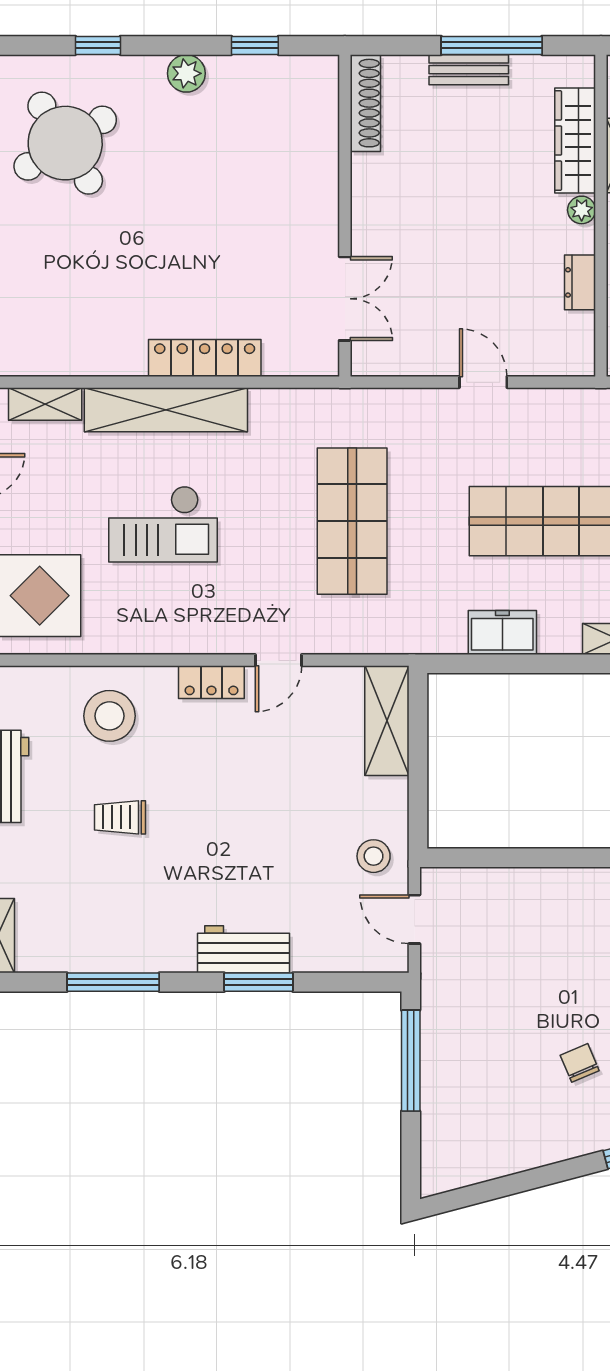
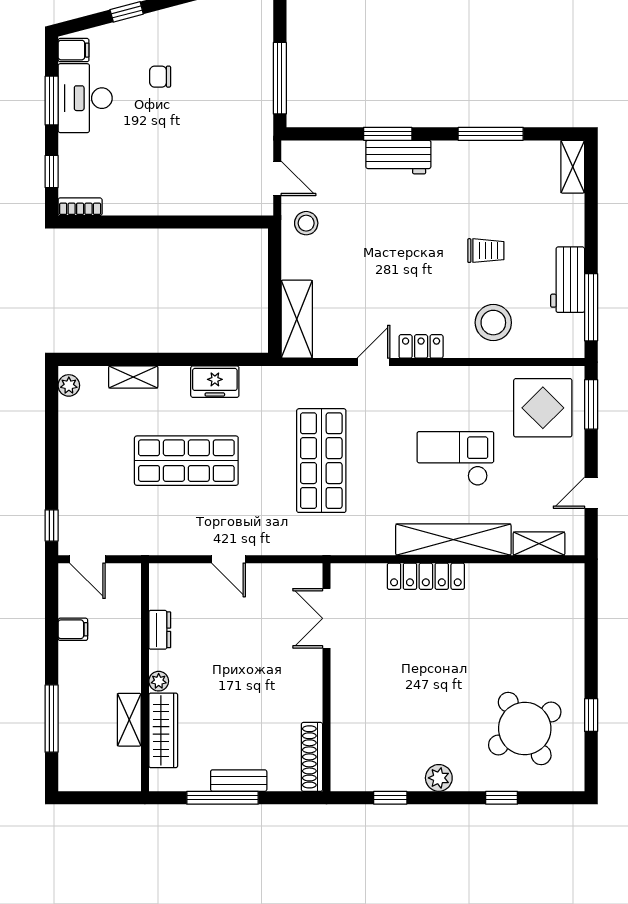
chair: (580, 1063) -> (160, 77), turned 113

